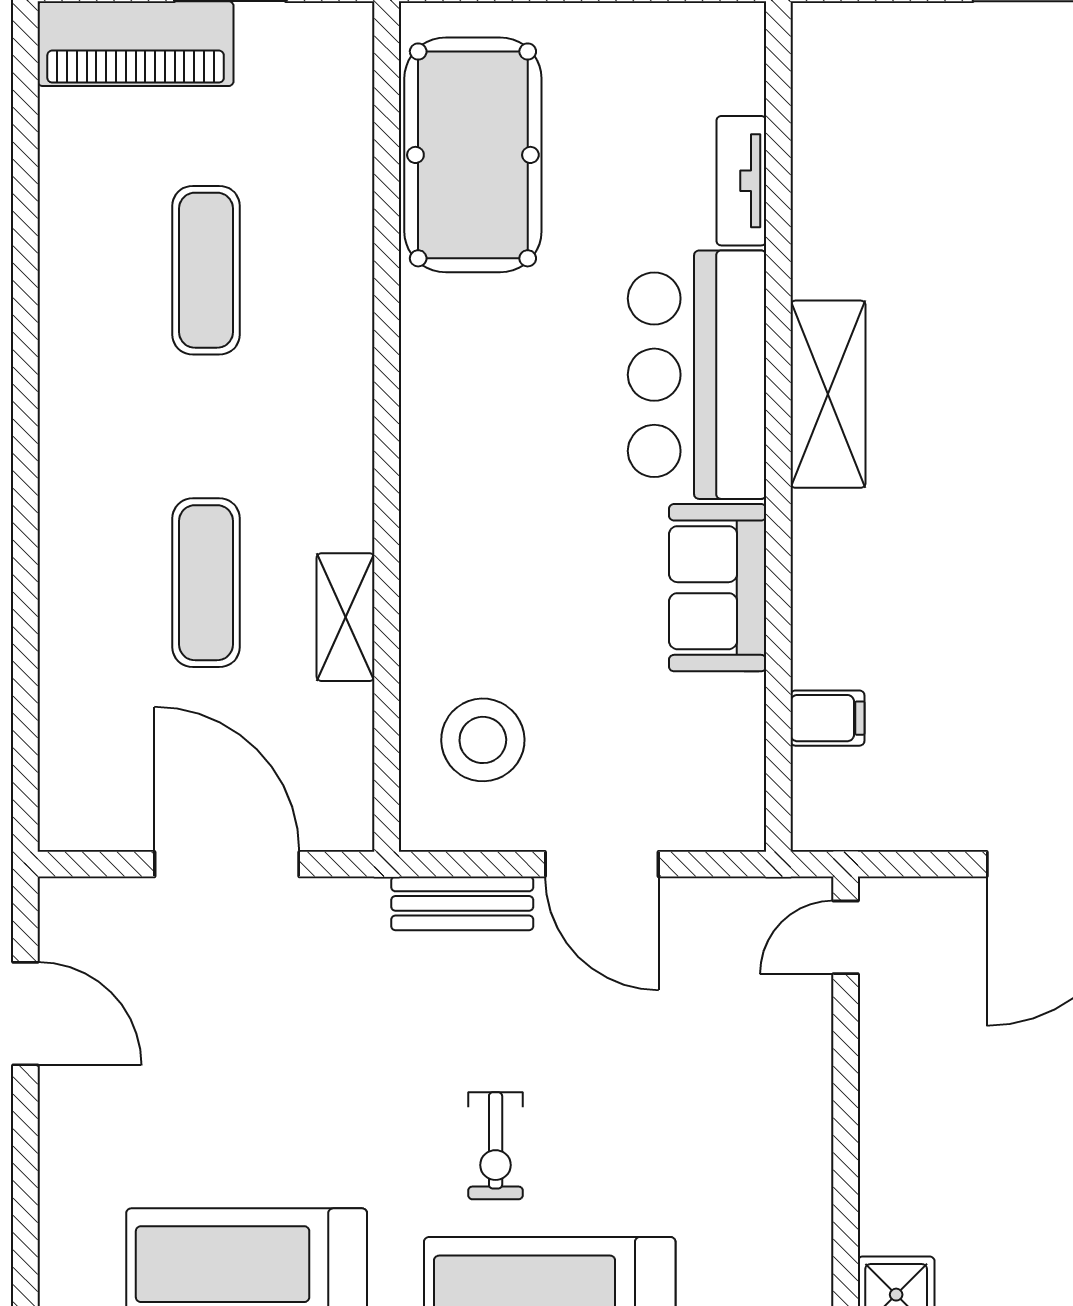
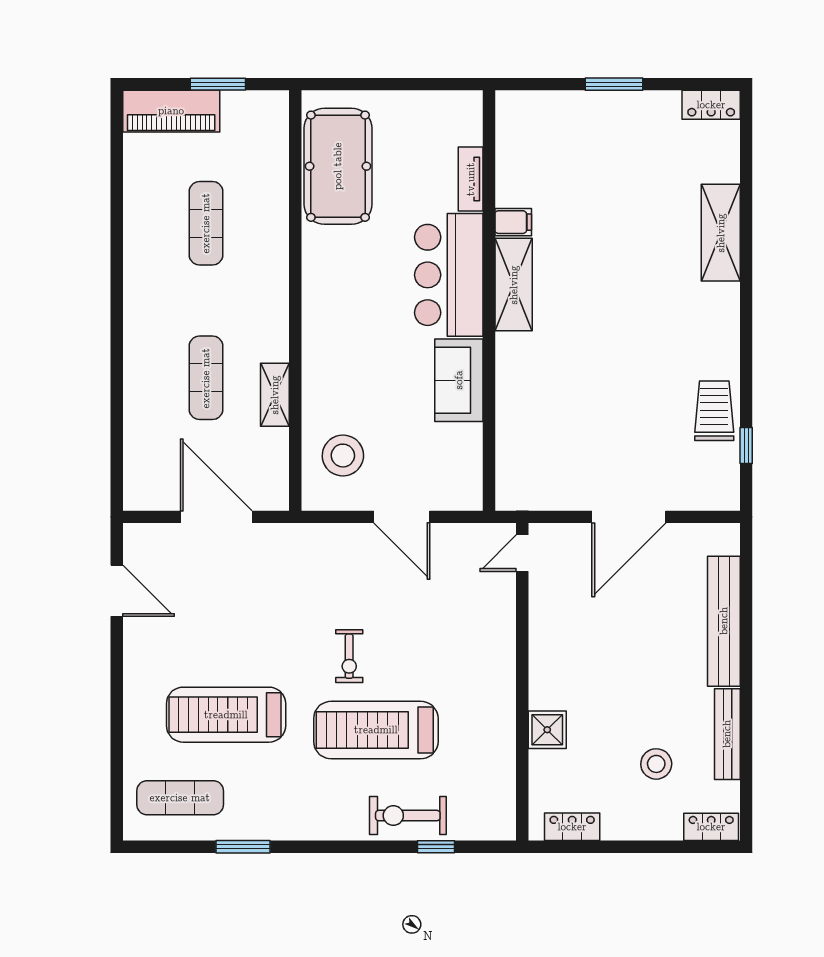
filing cabinet: (827, 718) -> (513, 222), moved
bench: (462, 903) -> (333, 536), removed

